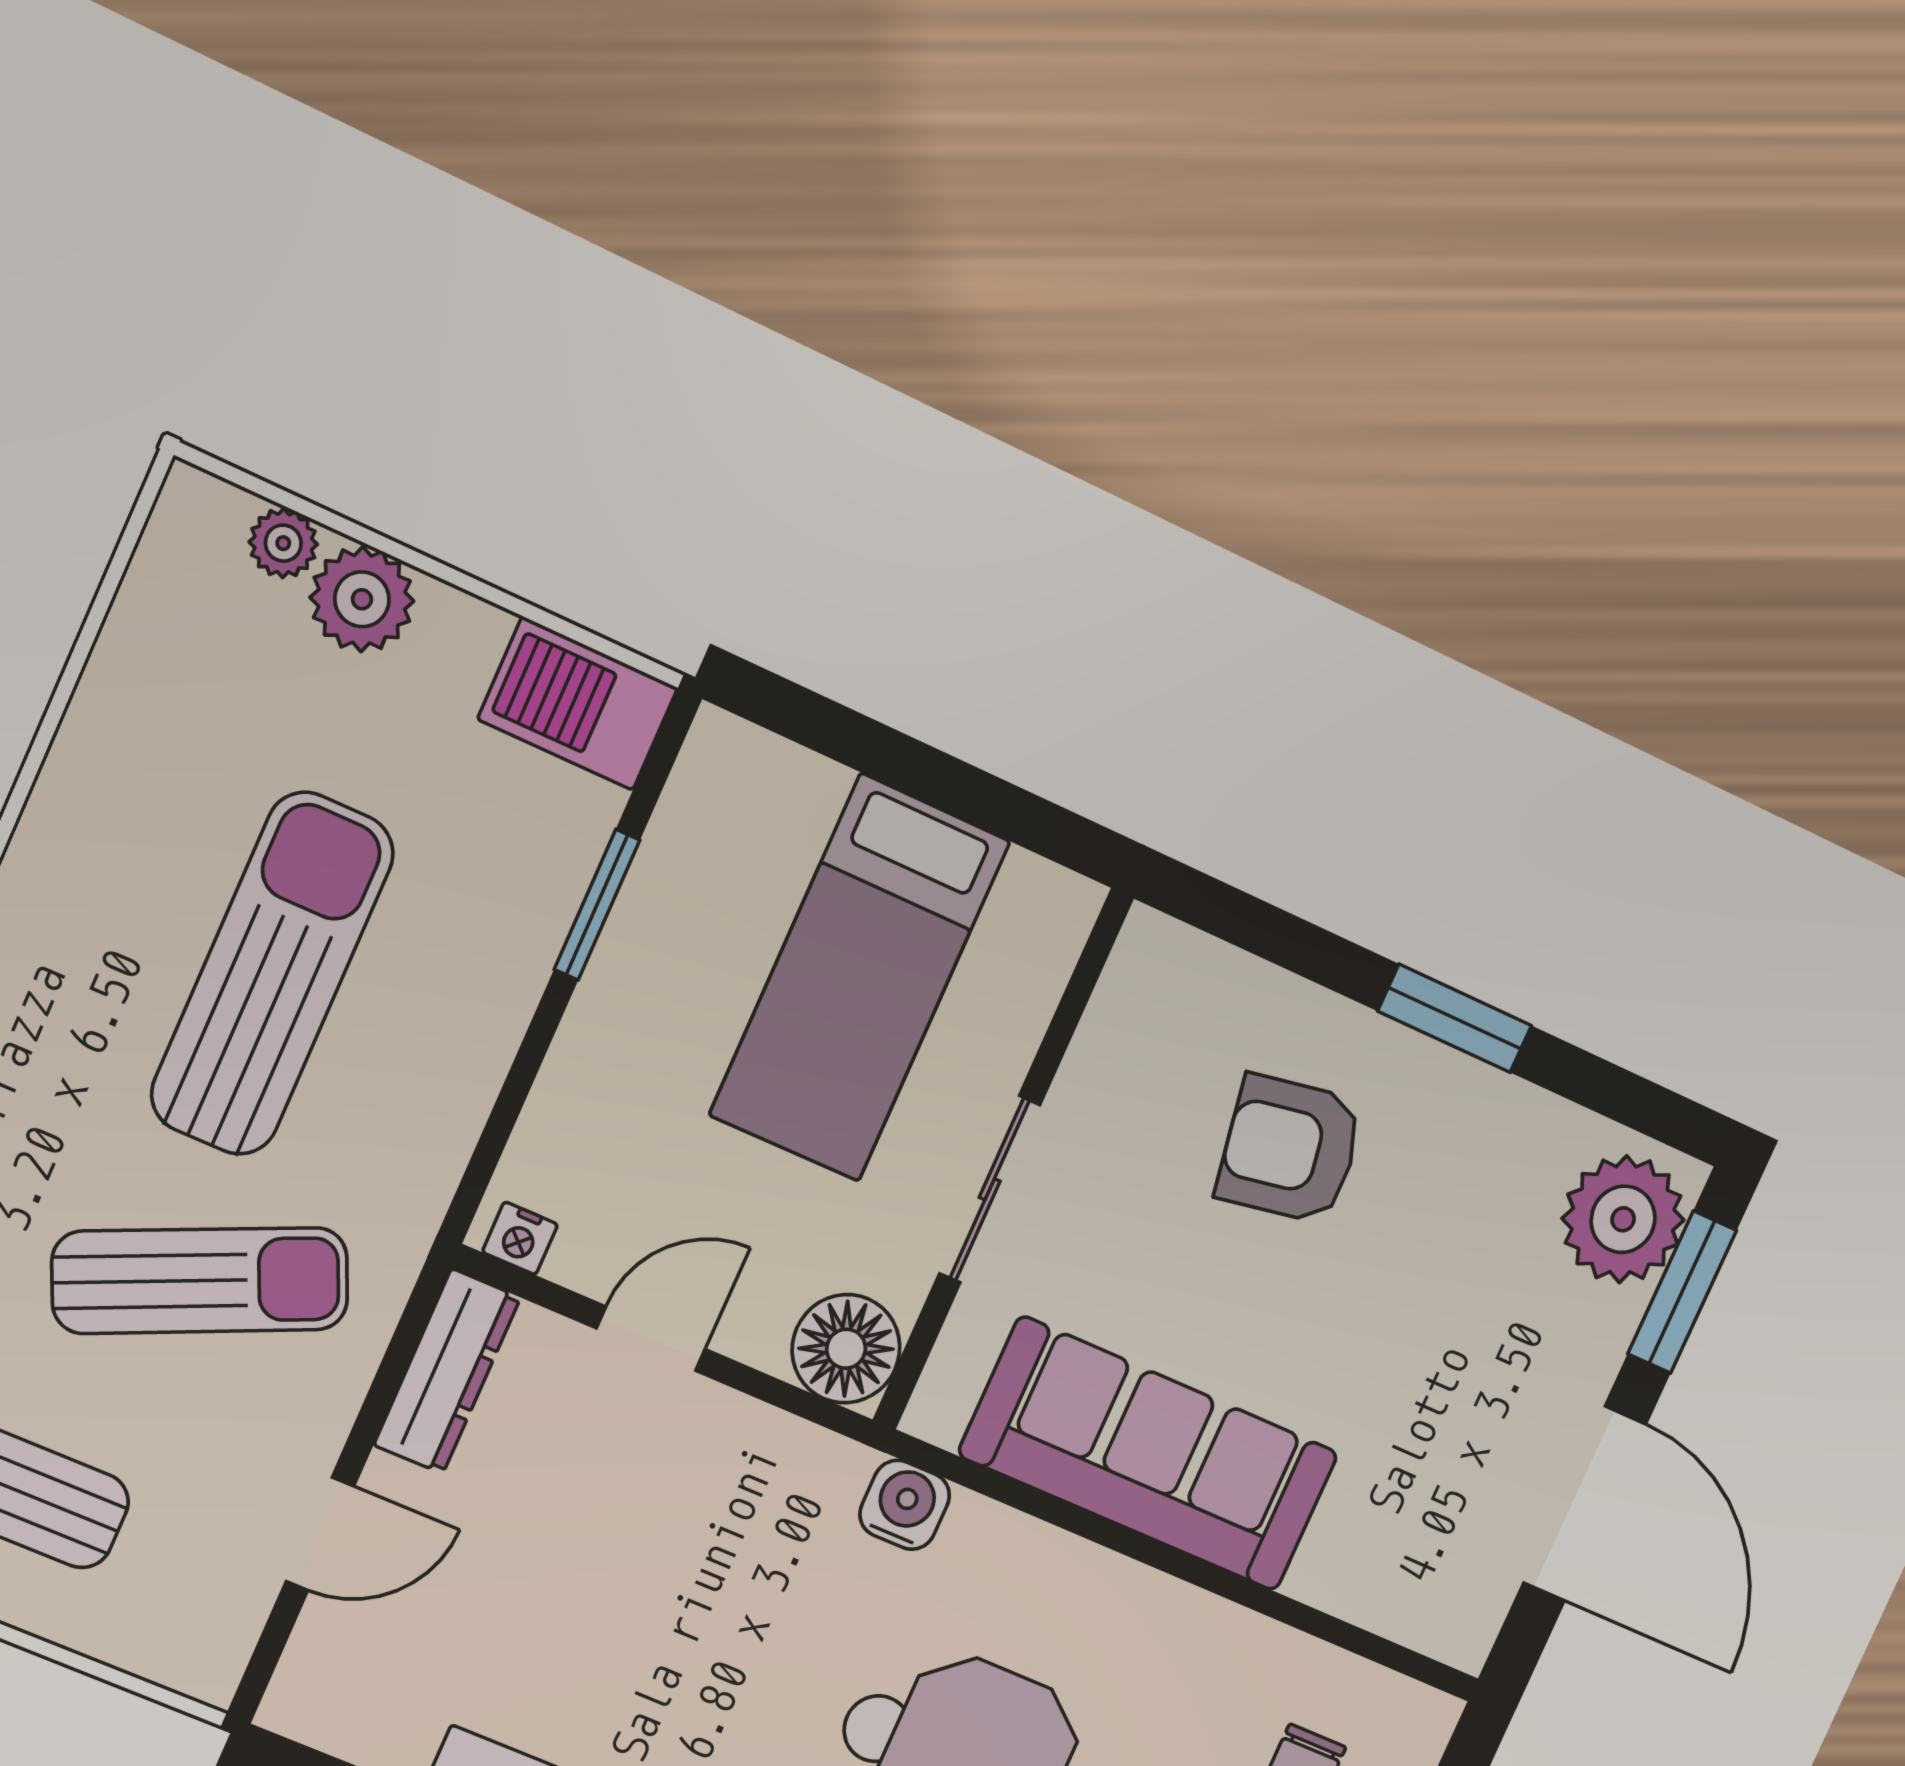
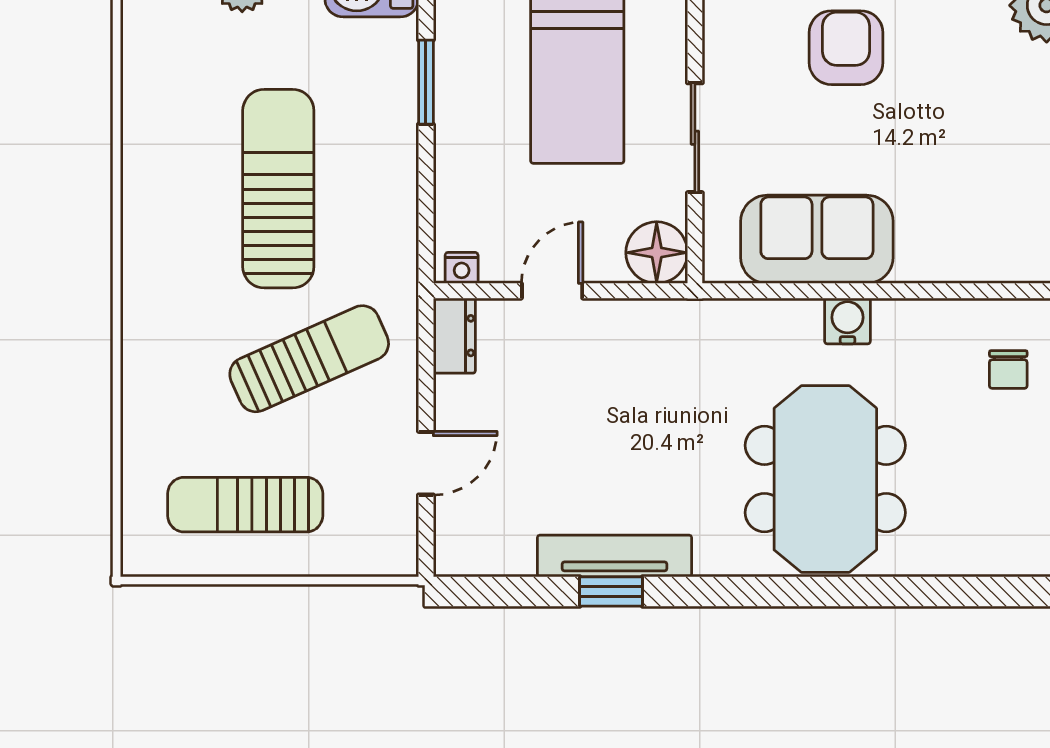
armchair: (1290, 1149) -> (846, 48), turned 100
dresser: (447, 1371) -> (454, 336), width x0.70
sofa: (1149, 1454) -> (817, 239), width x0.73
water cooler: (905, 1505) -> (847, 321), moved

